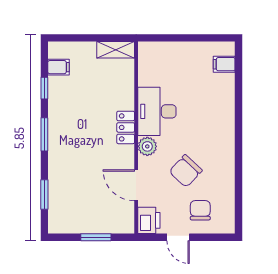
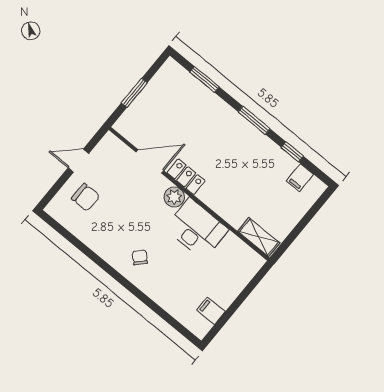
shelving: (116, 50) -> (259, 237), moved, turned 90
filing cabinet: (224, 64) -> (211, 311), moved, turned -90
locker: (126, 127) -> (186, 177), moved
chair: (186, 171) -> (140, 257), moved, width x0.54, depth x0.54
printer: (149, 220) -> (112, 148), removed

